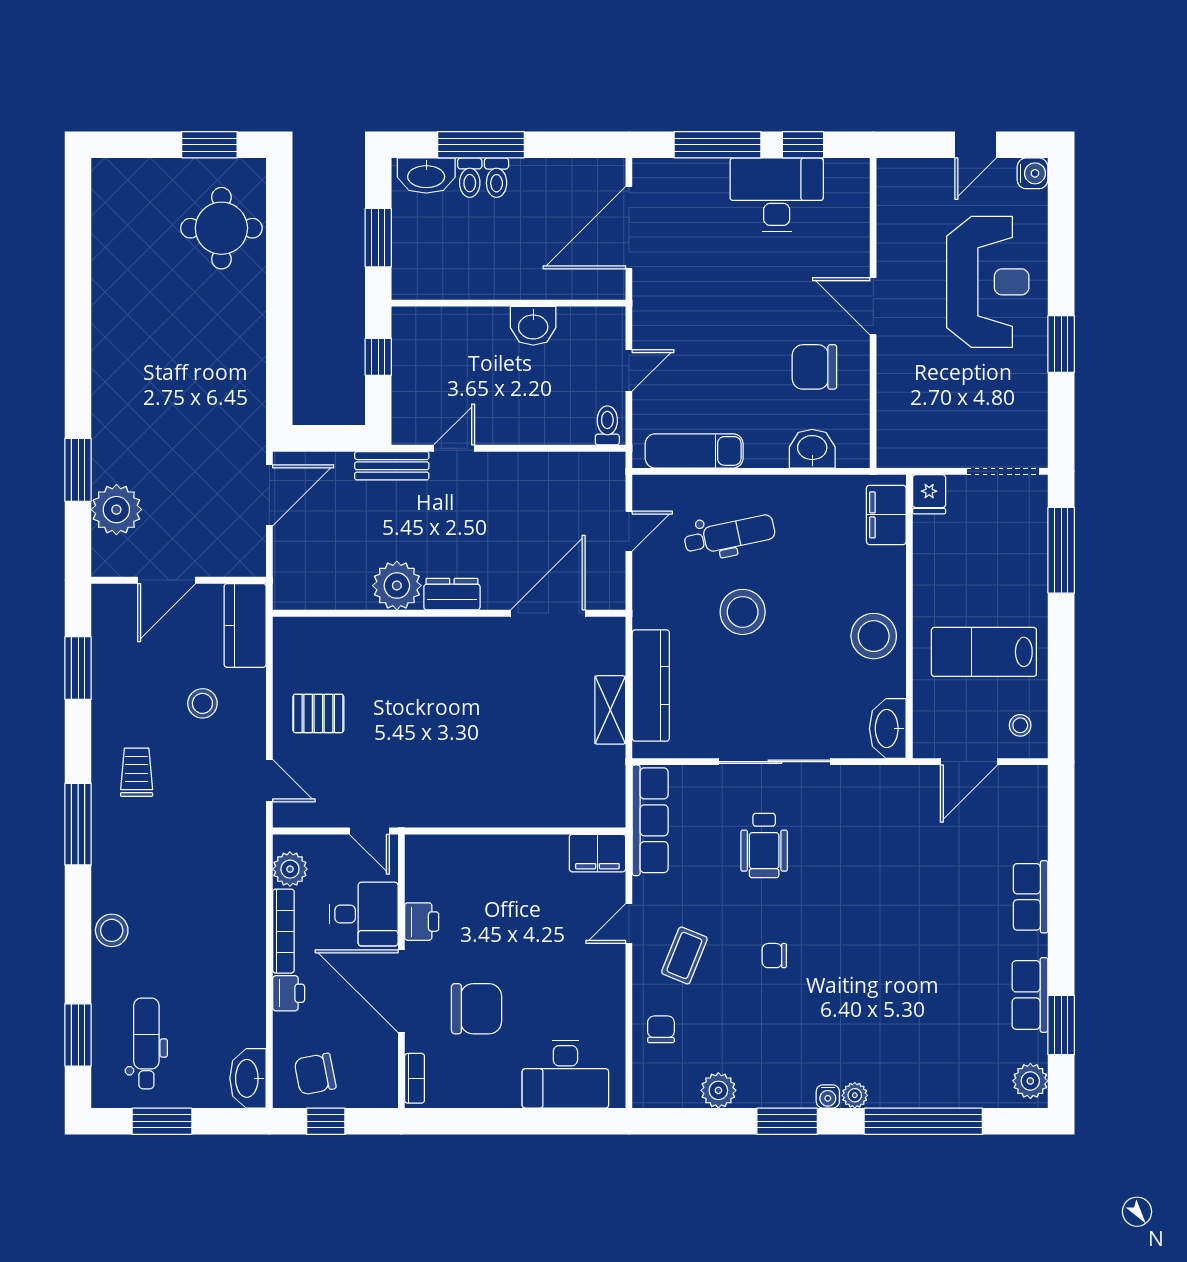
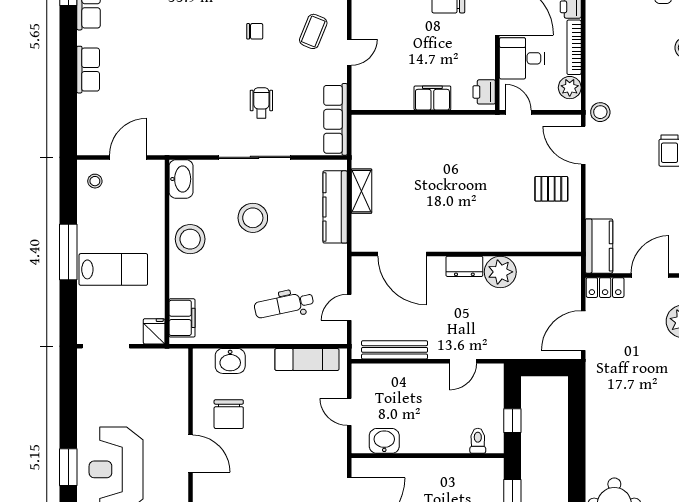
washbasin: (533, 326) -> (384, 441), moved
window: (1061, 344) -> (68, 467), moved
chair: (814, 367) -> (229, 414), turned 90
door: (629, 370) -> (349, 412), hinge flipped
toilet: (607, 425) -> (478, 441), moved, turned 180
bench: (392, 466) -> (395, 350), moved, width x1.36
window: (1061, 550) -> (68, 252), moved
locker: (236, 562) -> (605, 288), added
stool: (743, 612) -> (253, 218), moved
door: (548, 613) -> (402, 254), hinge flipped
lab bench: (984, 652) -> (113, 269), moved
stool: (202, 703) -> (600, 112), moved
door: (269, 781) -> (583, 145), width x1.38
wheelchair: (764, 845) -> (261, 103), width x0.73, depth x0.73
filing cabinet: (597, 853) -> (432, 98), moved
printer: (422, 922) -> (484, 92), moved

